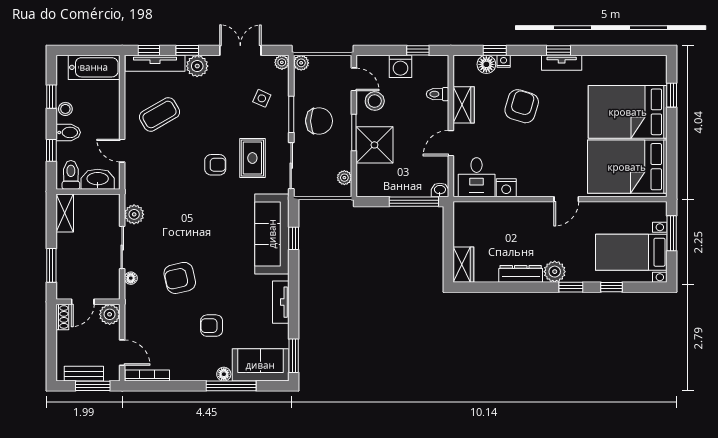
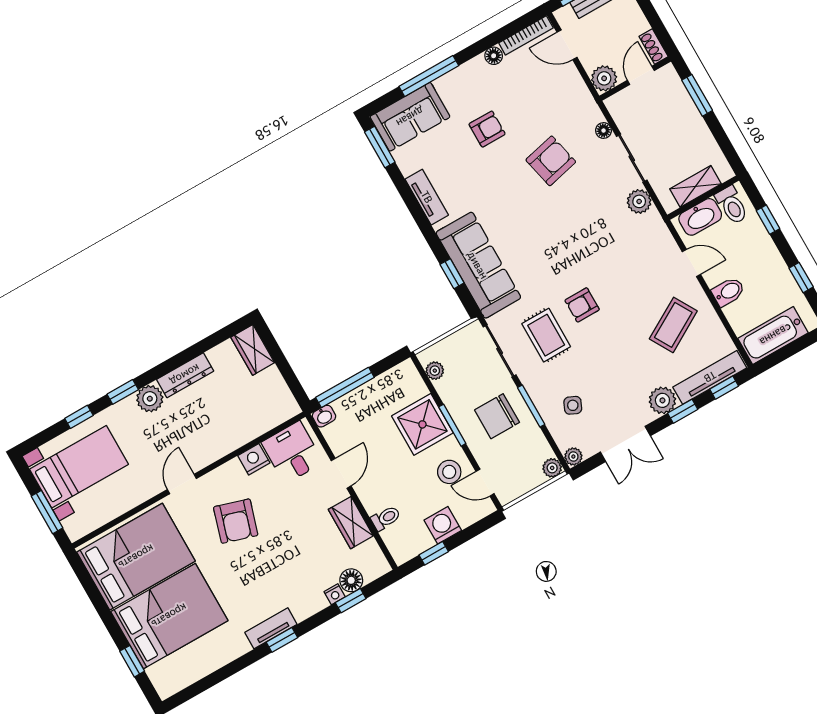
armchair: (522, 106) -> (236, 521), moved
stool: (65, 109) -> (778, 273), removed
bidet: (68, 132) -> (728, 292), moved, turned 180
shelving: (65, 213) -> (695, 186), moved, turned 90
floor lamp: (224, 374) -> (494, 56), moved

